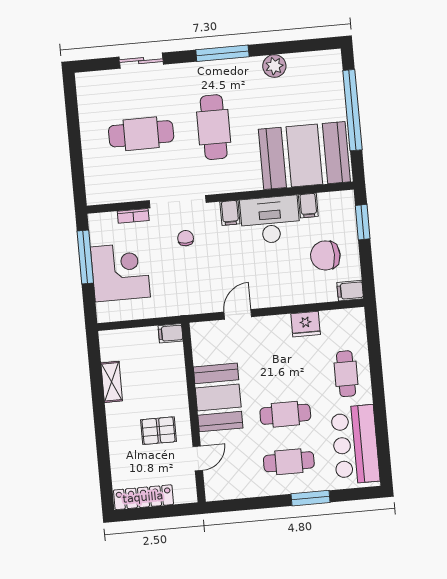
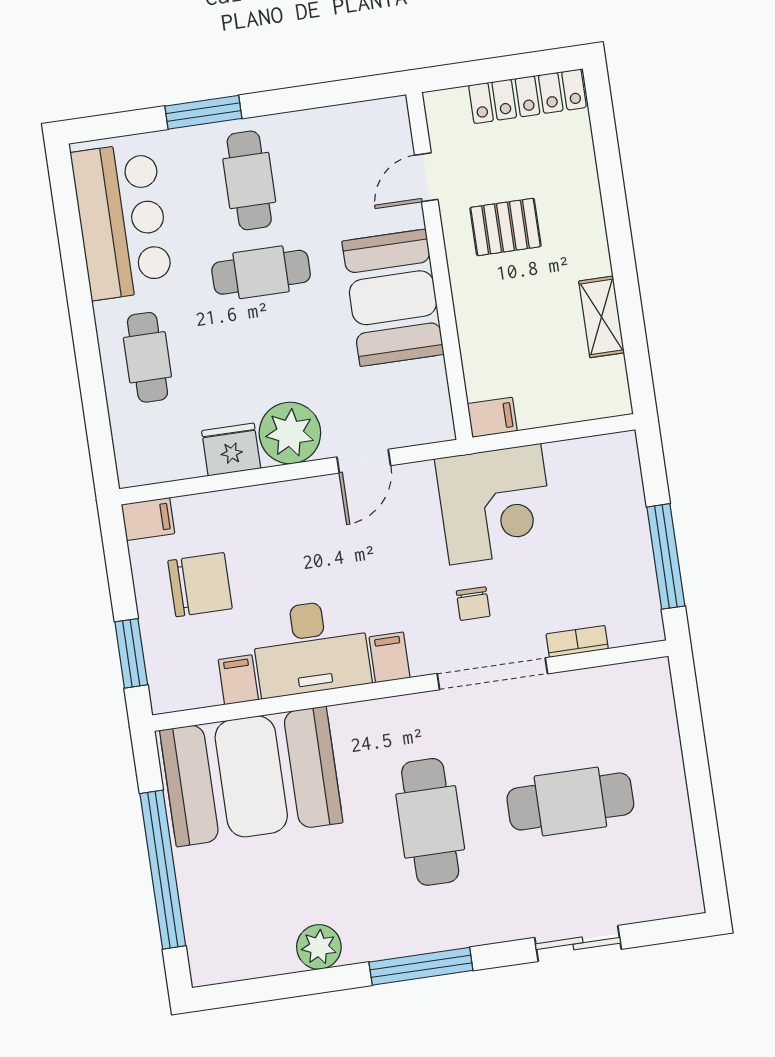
corner desk: (120, 272) -> (495, 504), moved, turned -90
plant: (275, 331) -> (290, 433), added
cafe table: (289, 462) -> (249, 180), turned 90

